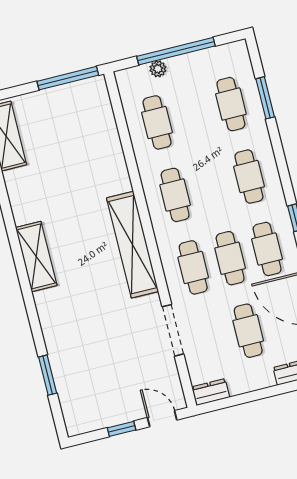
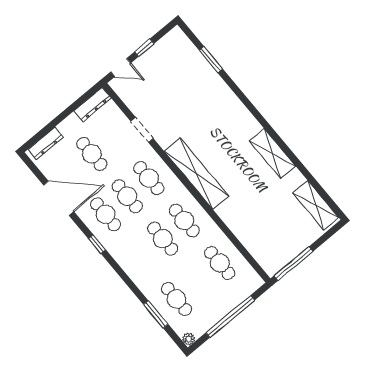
plant: (158, 69) -> (189, 339), moved
cafe table: (249, 177) -> (163, 239), moved
shelving: (36, 256) -> (272, 154), moved
doorway: (173, 330) -> (142, 130), width x0.73
dresser: (211, 392) -> (93, 105), width x1.44

